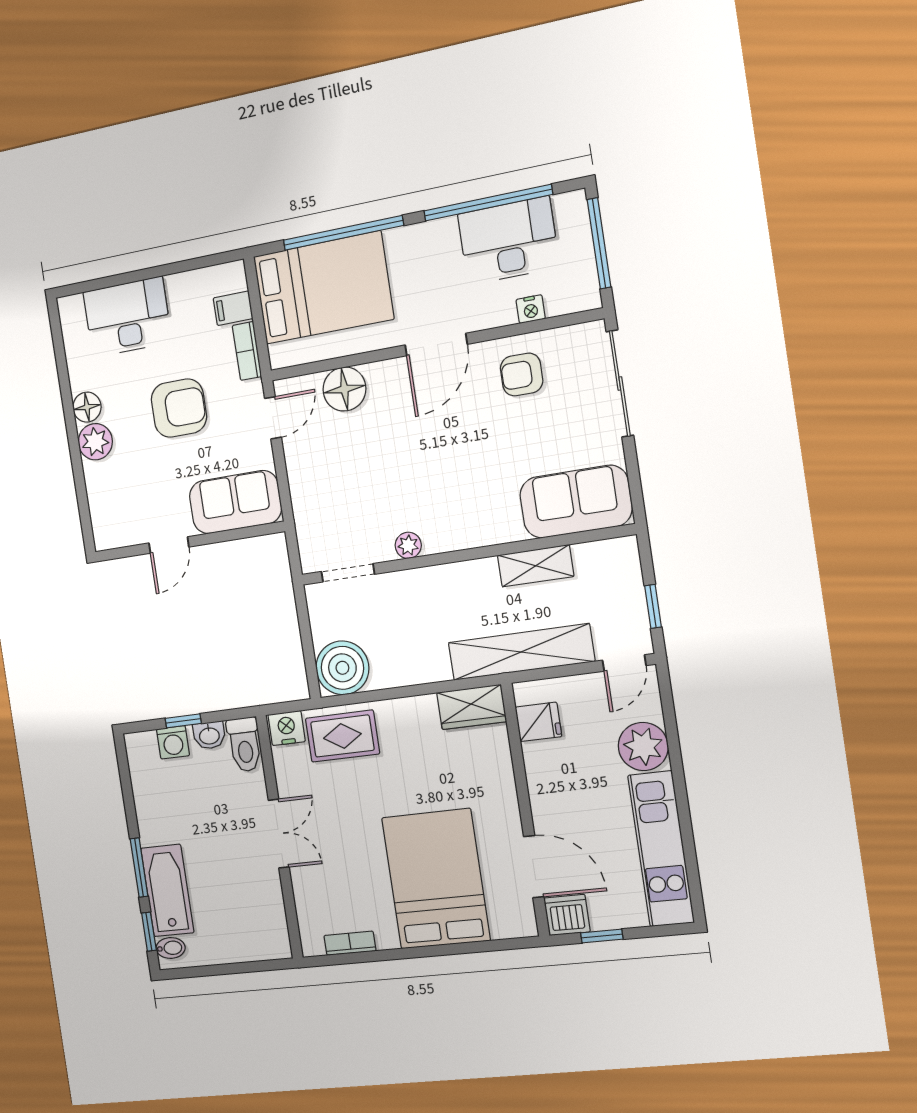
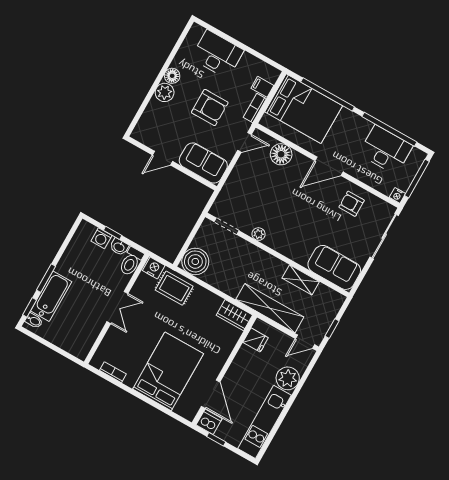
nightstand: (531, 309) -> (397, 195), moved

